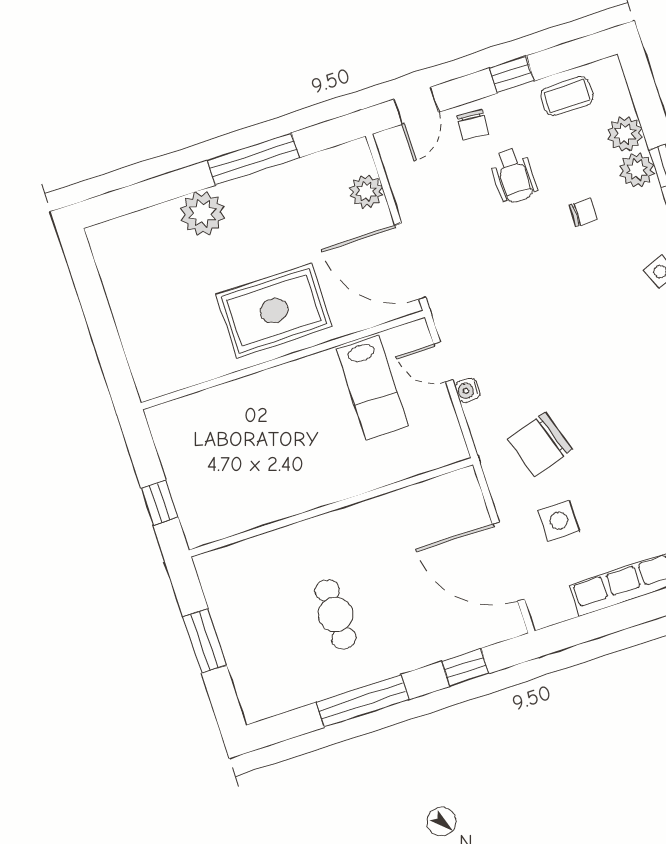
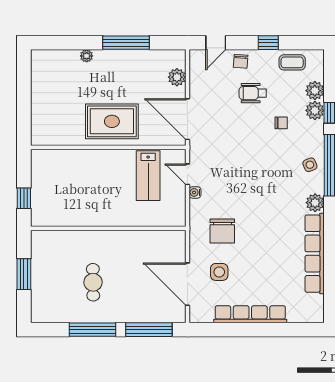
wheelchair: (514, 175) -> (253, 93), turned 90
plant: (202, 213) -> (87, 56), width x0.53, depth x0.53
chair: (540, 444) -> (222, 231), turned -72
window: (465, 667) -> (149, 330), width x2.17

